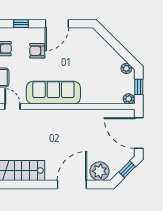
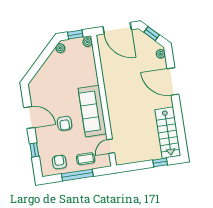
armchair: (37, 51) -> (64, 123), moved
door: (139, 133) -> (117, 28), hinge flipped
plant: (99, 171) -> (161, 54), width x0.53, depth x0.53

